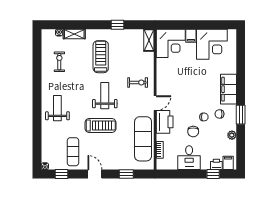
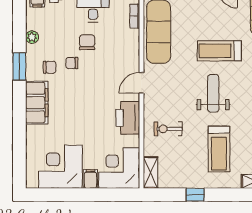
exercise bike: (138, 82) -> (168, 129), moved
weight bench: (105, 96) -> (213, 93), turned 180
printer: (165, 122) -> (128, 118), moved

